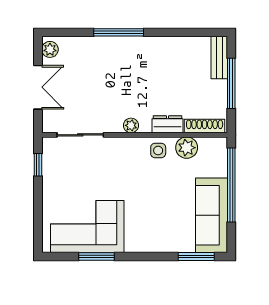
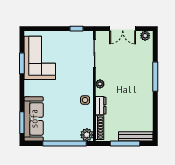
bench: (219, 57) -> (136, 136), width x1.36
plant: (187, 148) -> (87, 135), moved
sofa: (211, 215) -> (34, 119), moved, turned 90

